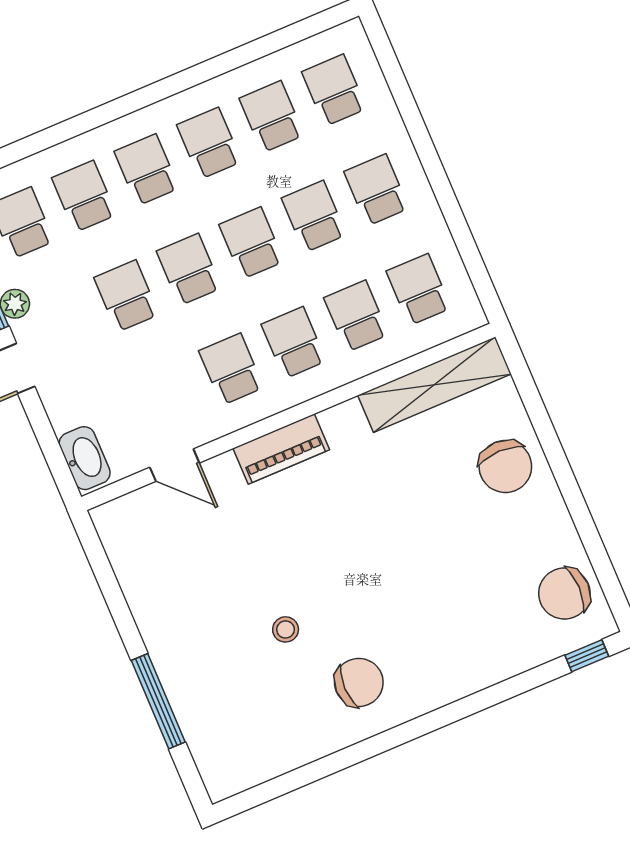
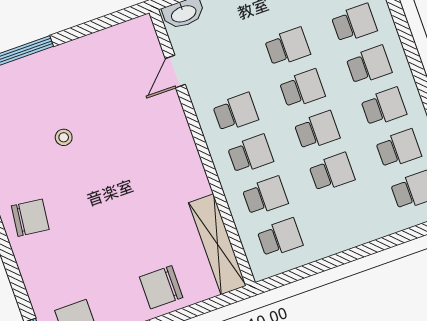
school desk: (376, 190) -> (347, 214), removed
piano: (281, 449) -> (182, 142), removed
chair: (359, 682) -> (30, 218), moved, turned -83

